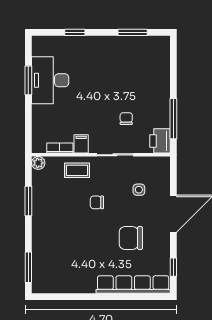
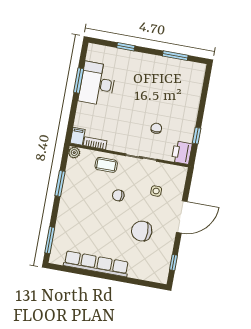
window: (173, 119) -> (197, 136), width x0.46
filing cabinet: (81, 144) -> (78, 136), moved
row of seats: (133, 285) -> (96, 264), moved

